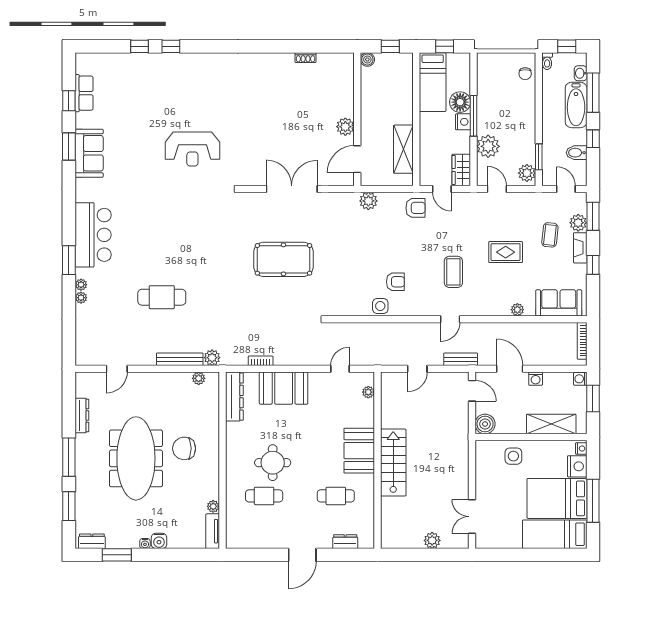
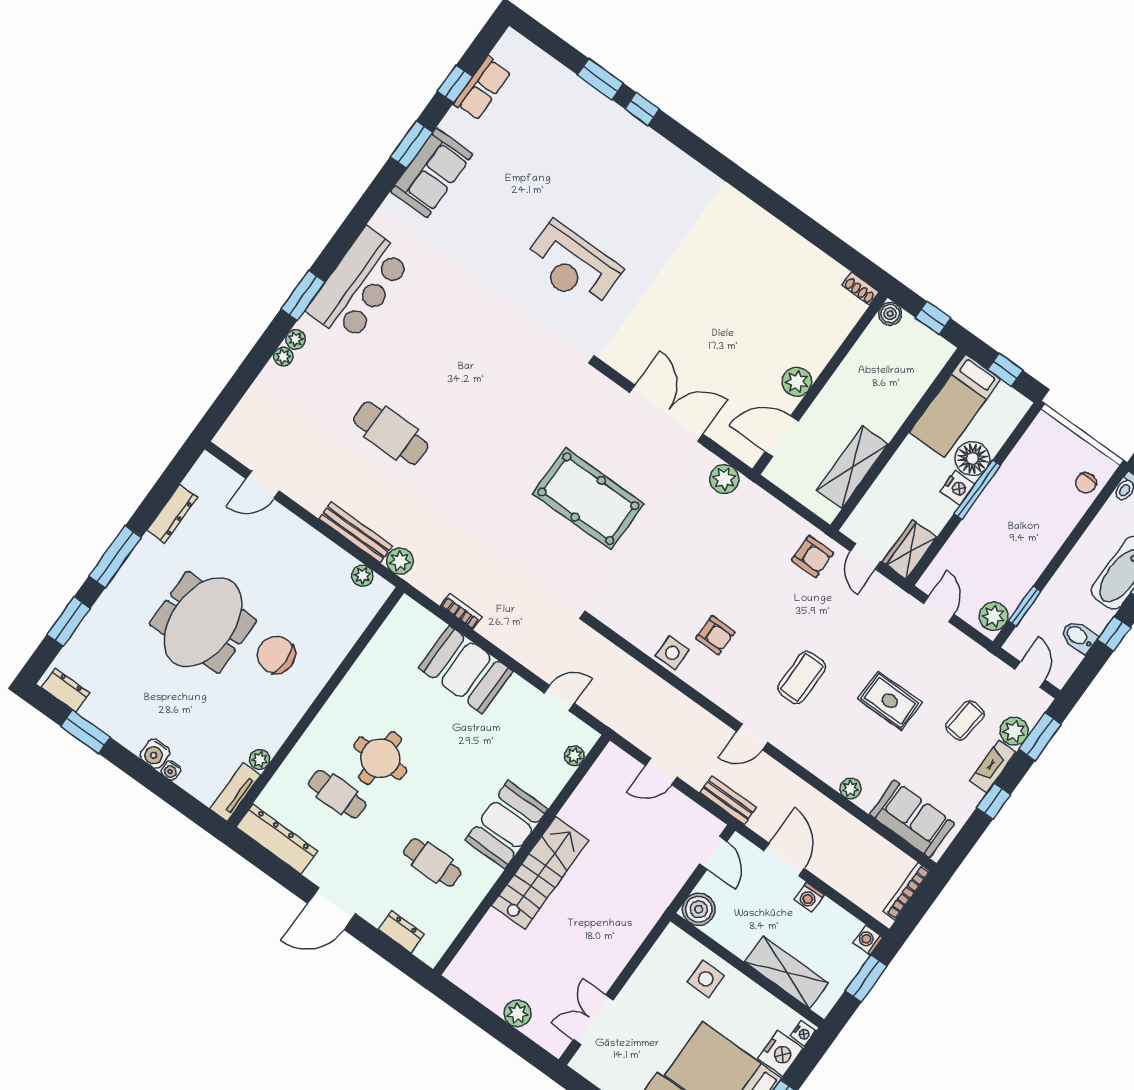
window: (139, 46) -> (600, 79), width x1.50
shoe rack: (306, 58) -> (861, 289), moved
plant: (488, 146) -> (967, 544), removed
plant: (368, 201) -> (724, 479), moved
dresser: (234, 397) -> (277, 839), moved, turned -90
meeting table: (136, 458) -> (203, 622), width x0.73
water cooler: (145, 544) -> (171, 770), moved

